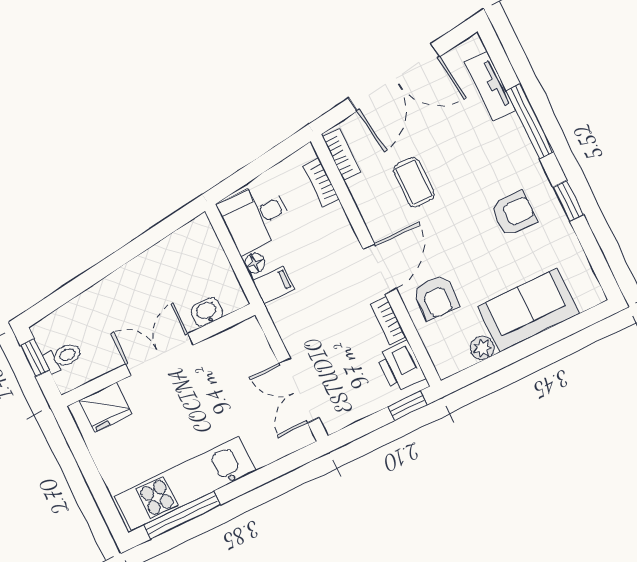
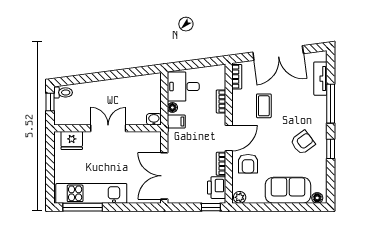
bookcase: (321, 183) -> (221, 101), moved
armchair: (514, 213) -> (303, 142), turned -37
floor lamp: (587, 299) -> (317, 198), added
washbasin: (207, 312) -> (154, 119), moved
plant: (482, 348) -> (240, 197), moved
toilet: (63, 357) -> (63, 92), moved
double door: (299, 390) -> (164, 176), width x1.37

